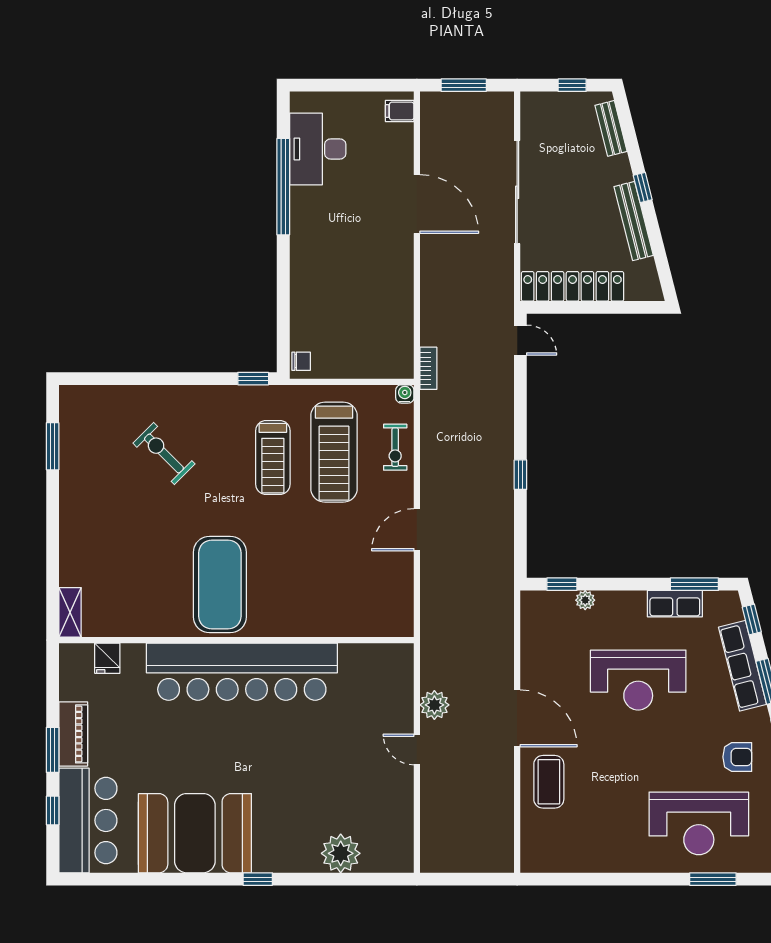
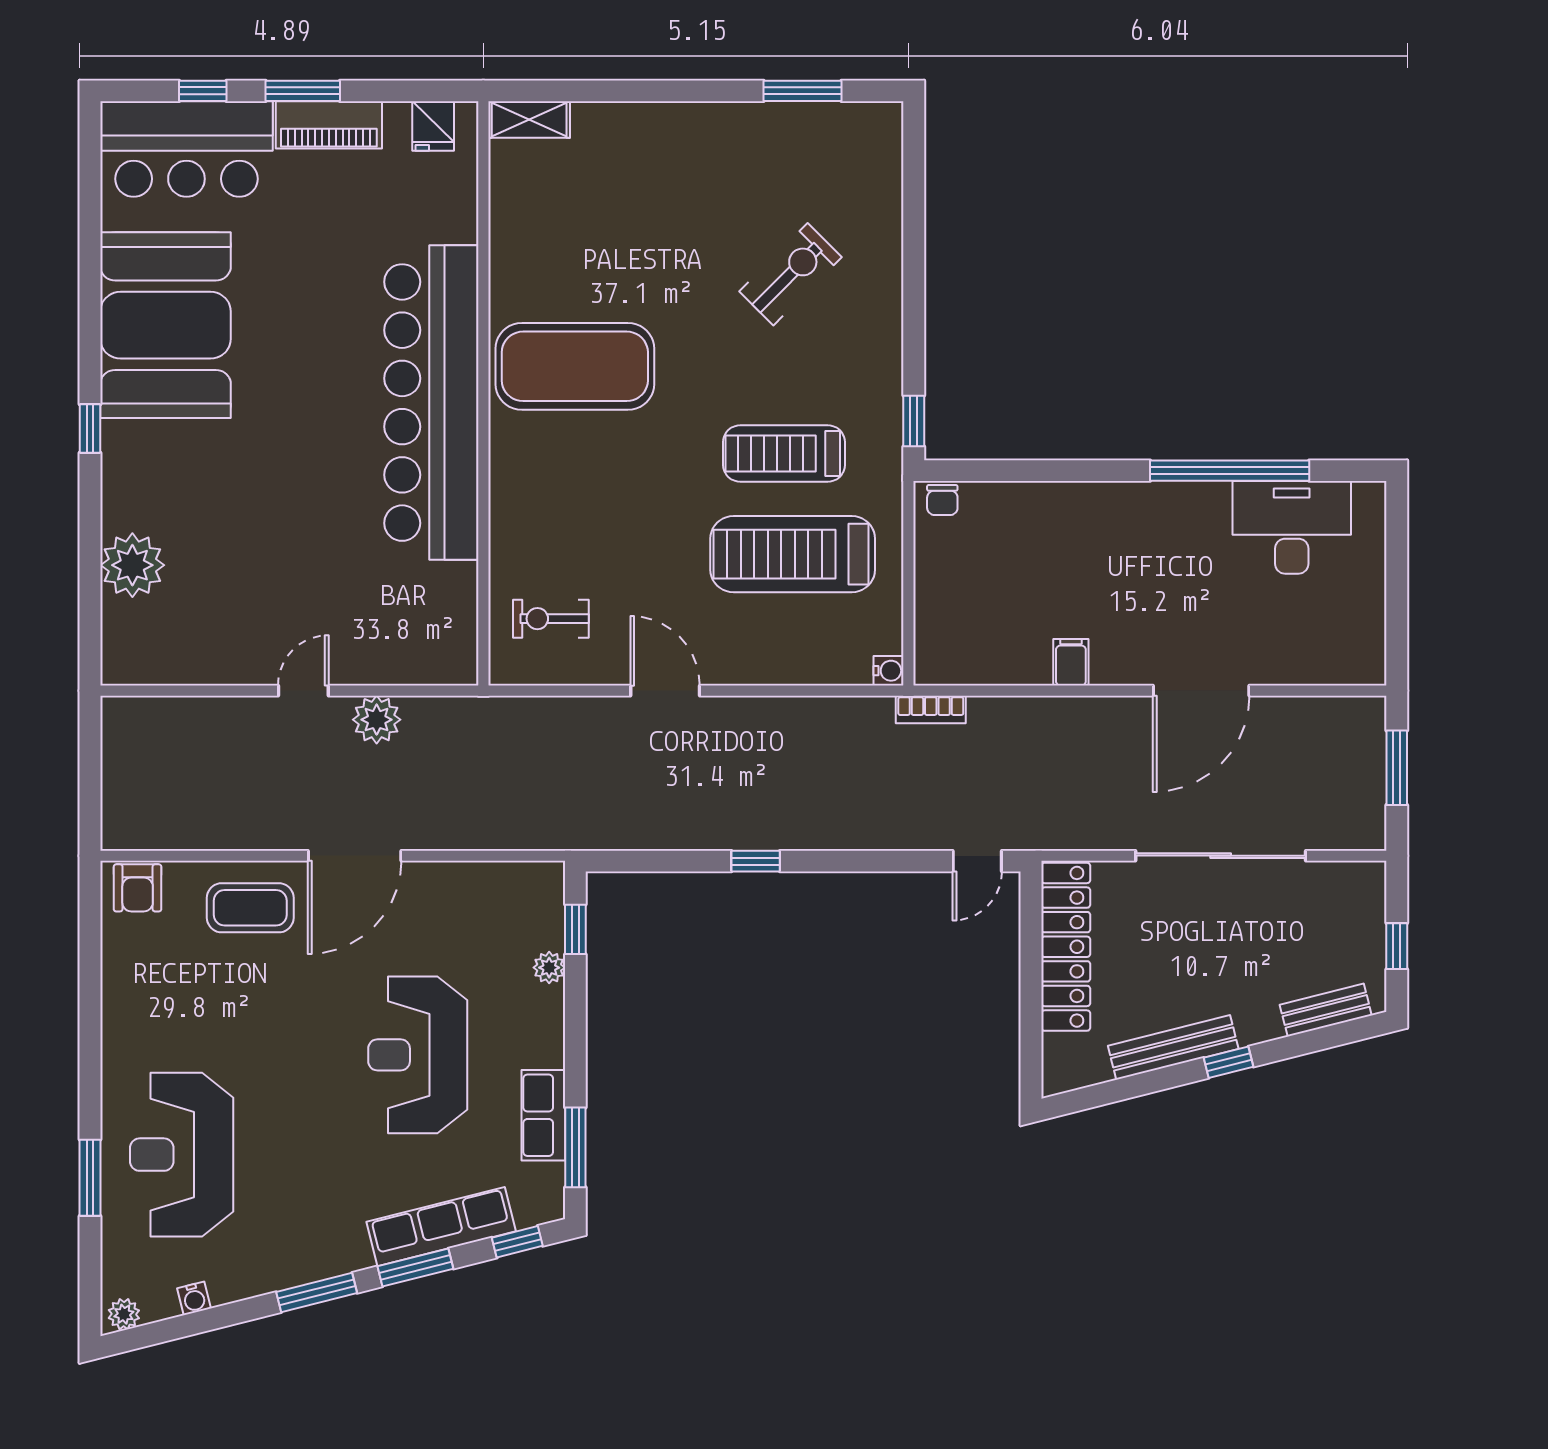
filing cabinet: (400, 111) -> (1071, 662), moved
exercise bike: (395, 447) -> (551, 619), moved
fridge: (107, 658) -> (433, 126), moved, turned -90
armchair: (737, 757) -> (138, 888), moved

